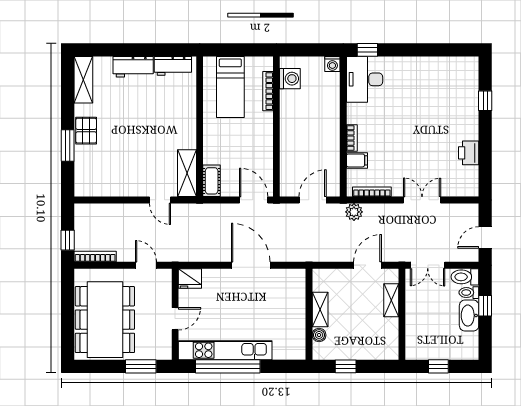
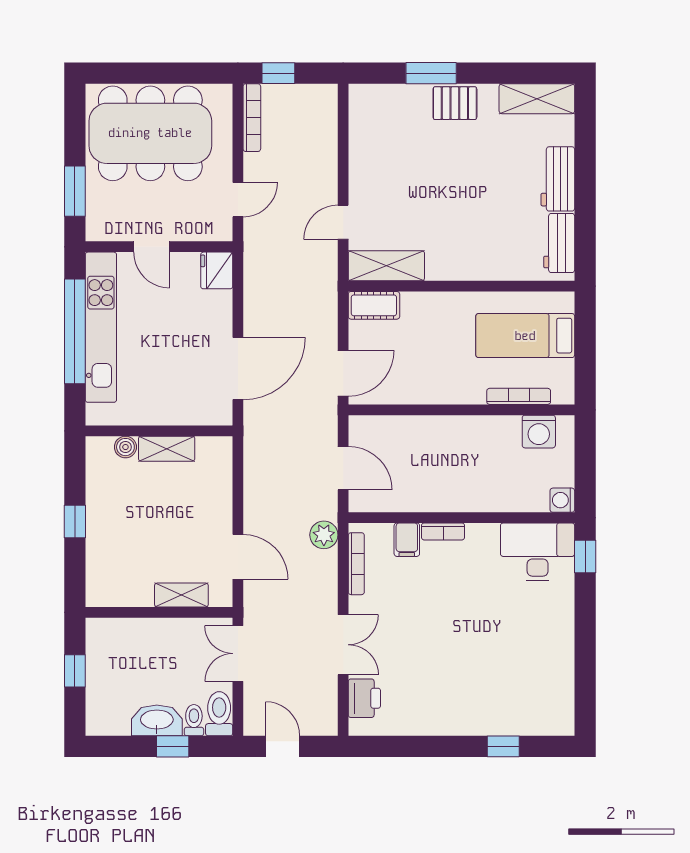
printer: (469, 153) -> (364, 698), moved, turned 90
shelving: (320, 309) -> (167, 449), moved
wall: (309, 314) -> (159, 431), moved
boiler: (319, 335) -> (125, 447), moved

